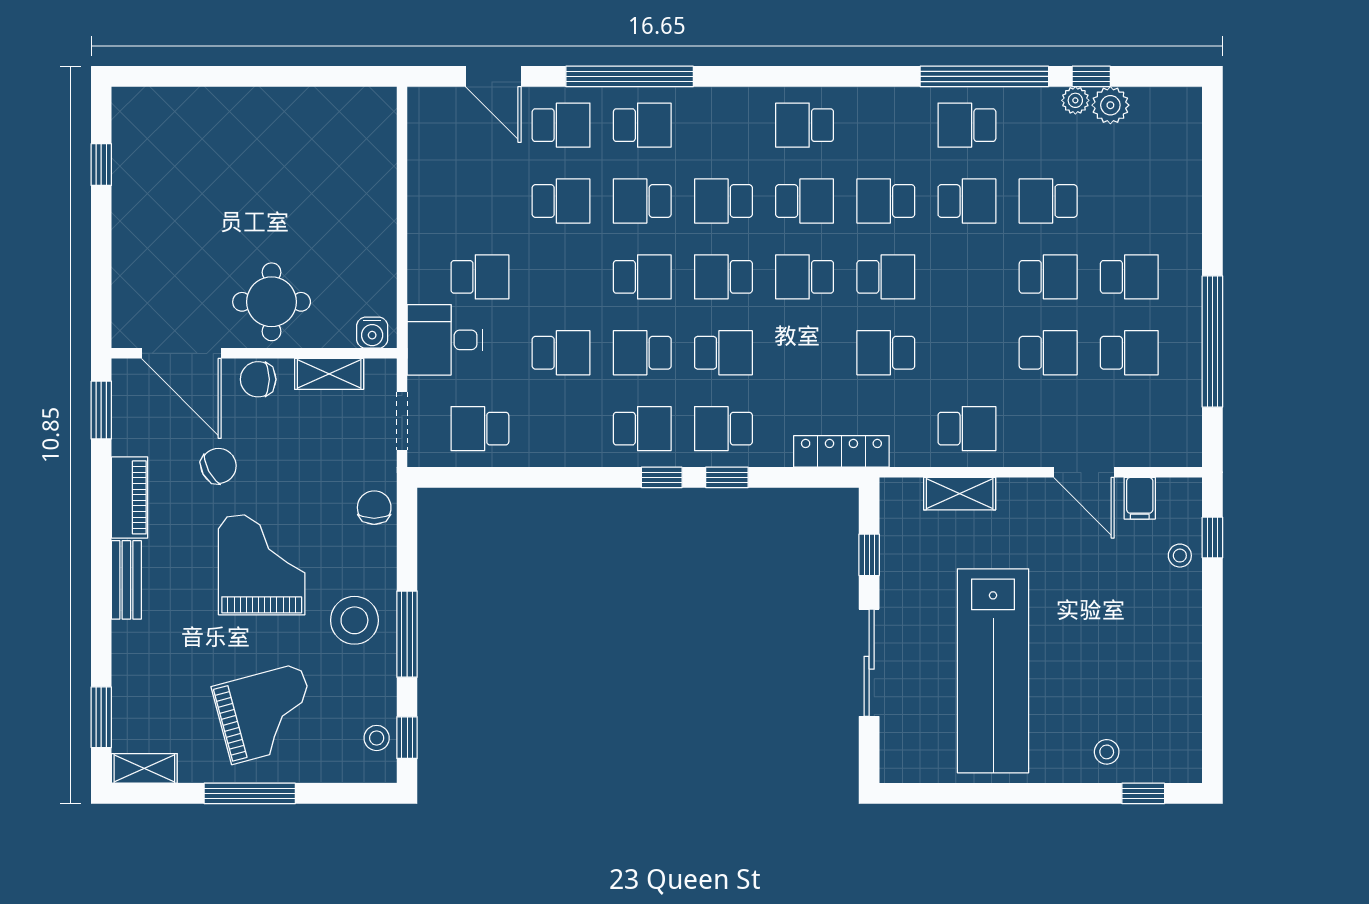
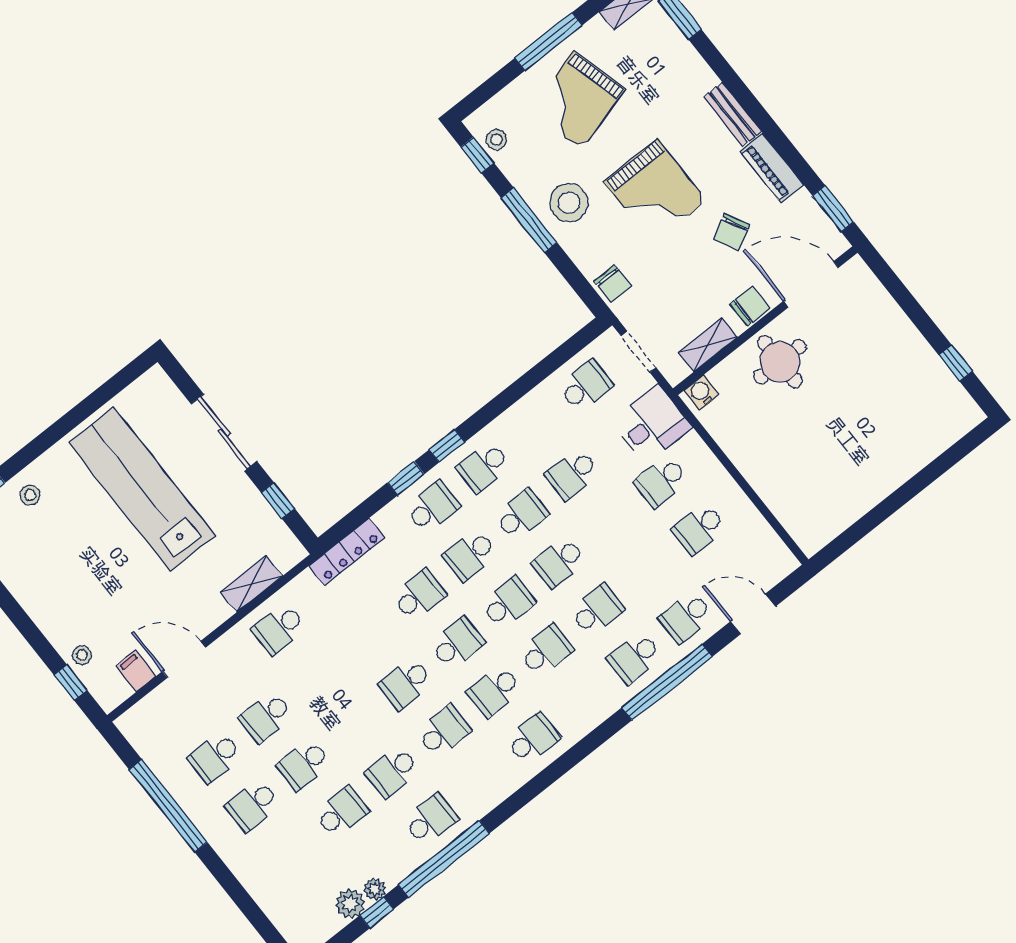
school desk: (561, 201) -> (699, 529), moved
school desk: (886, 353) -> (419, 595), moved

